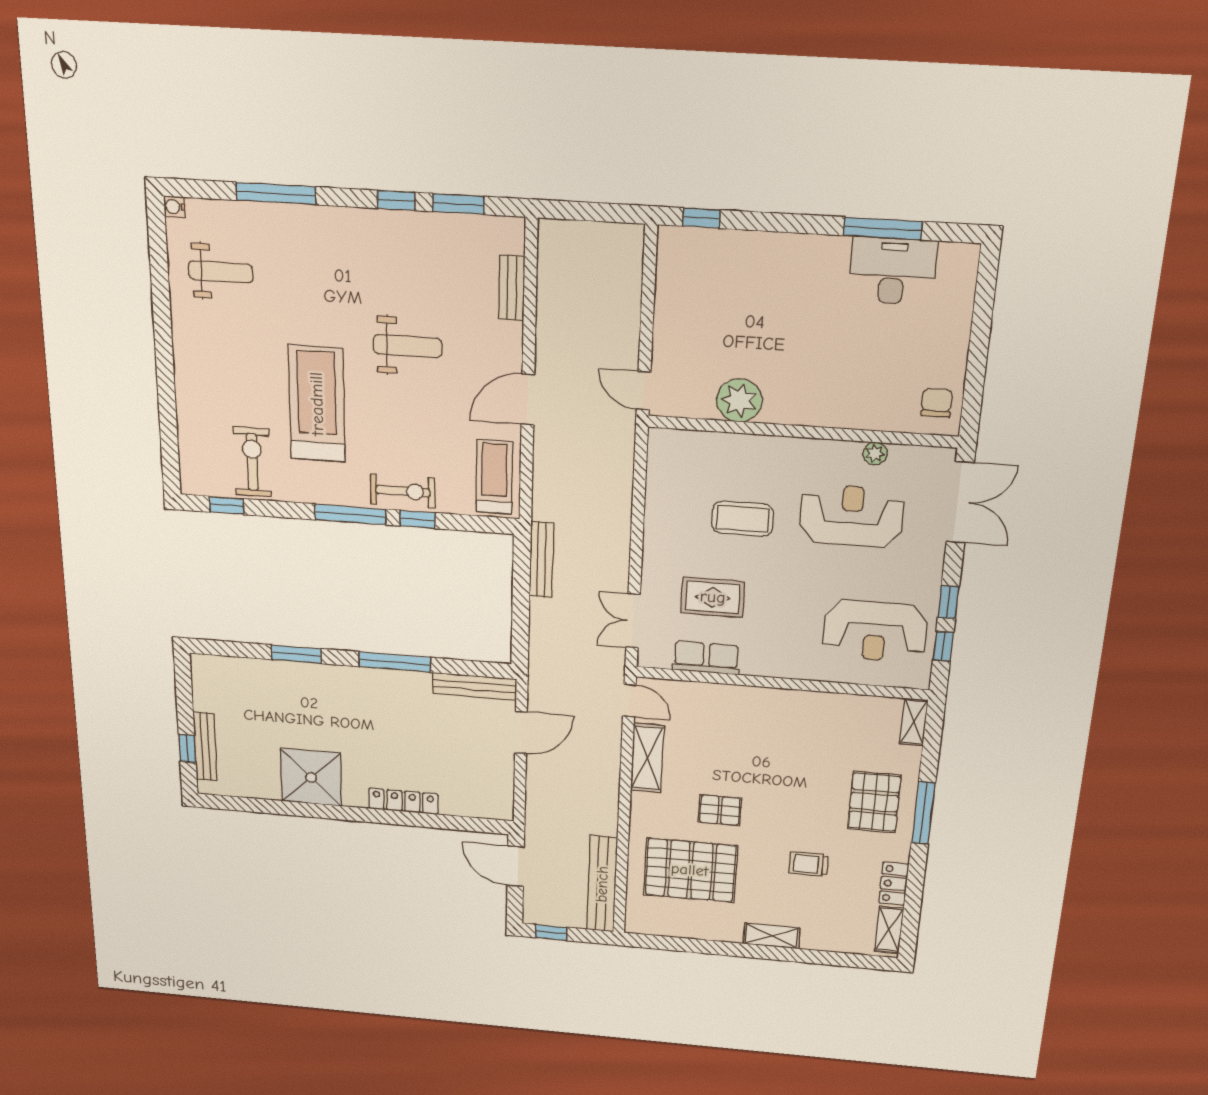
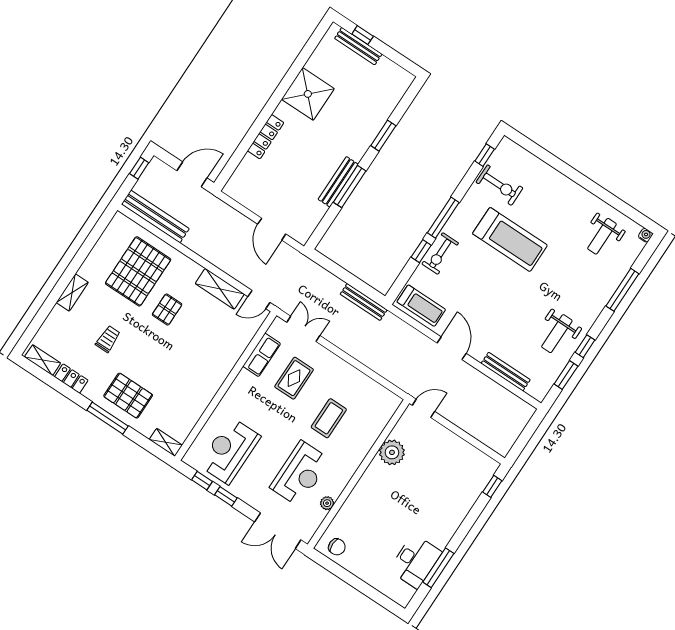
bench: (512, 288) -> (506, 372), width x1.36
weight bench: (408, 346) -> (557, 334), moved
bench: (474, 686) -> (338, 182), moved

